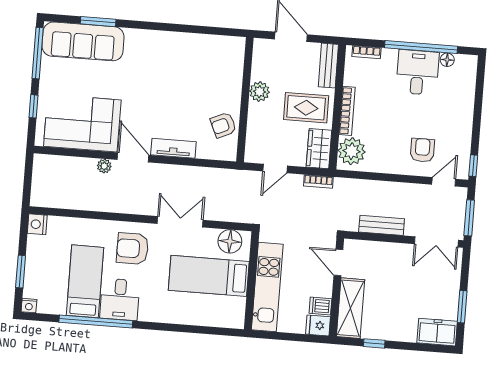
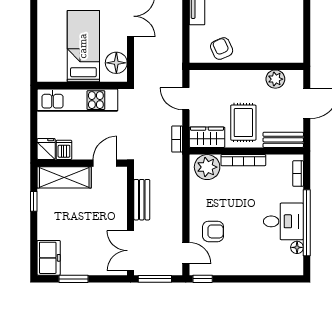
plant: (259, 92) -> (275, 79), moved

